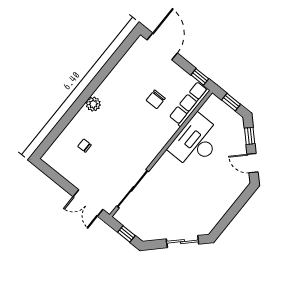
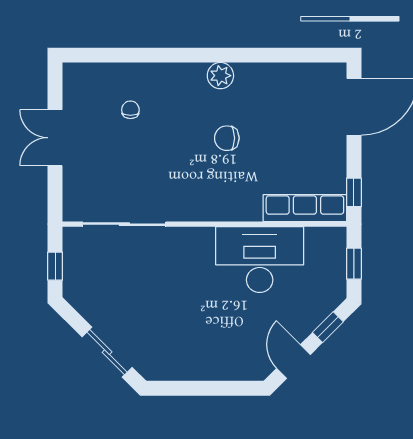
chair: (156, 99) -> (227, 138), moved
plant: (93, 104) -> (220, 76), moved
double door: (88, 203) -> (55, 138), moved

